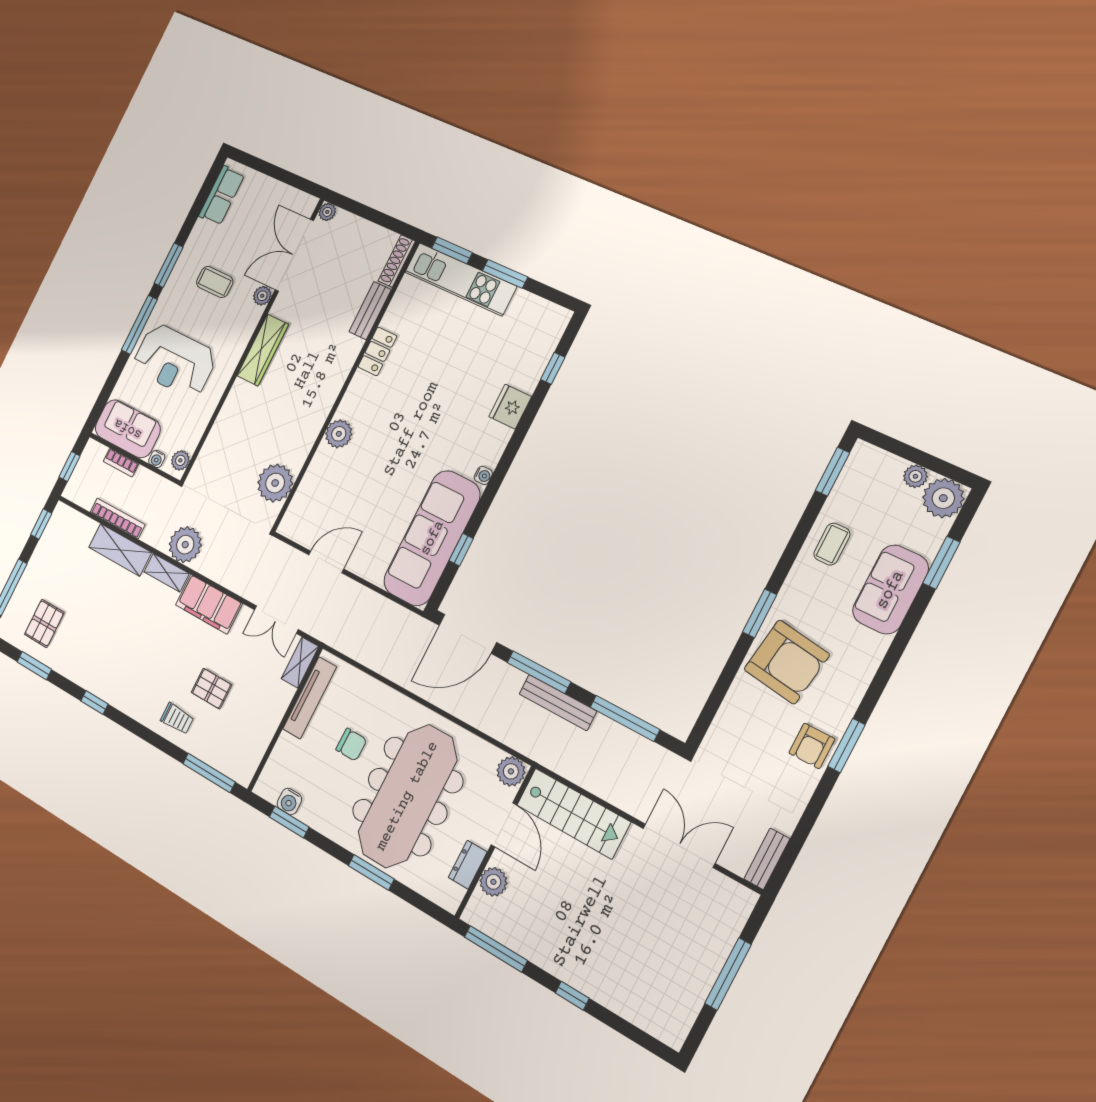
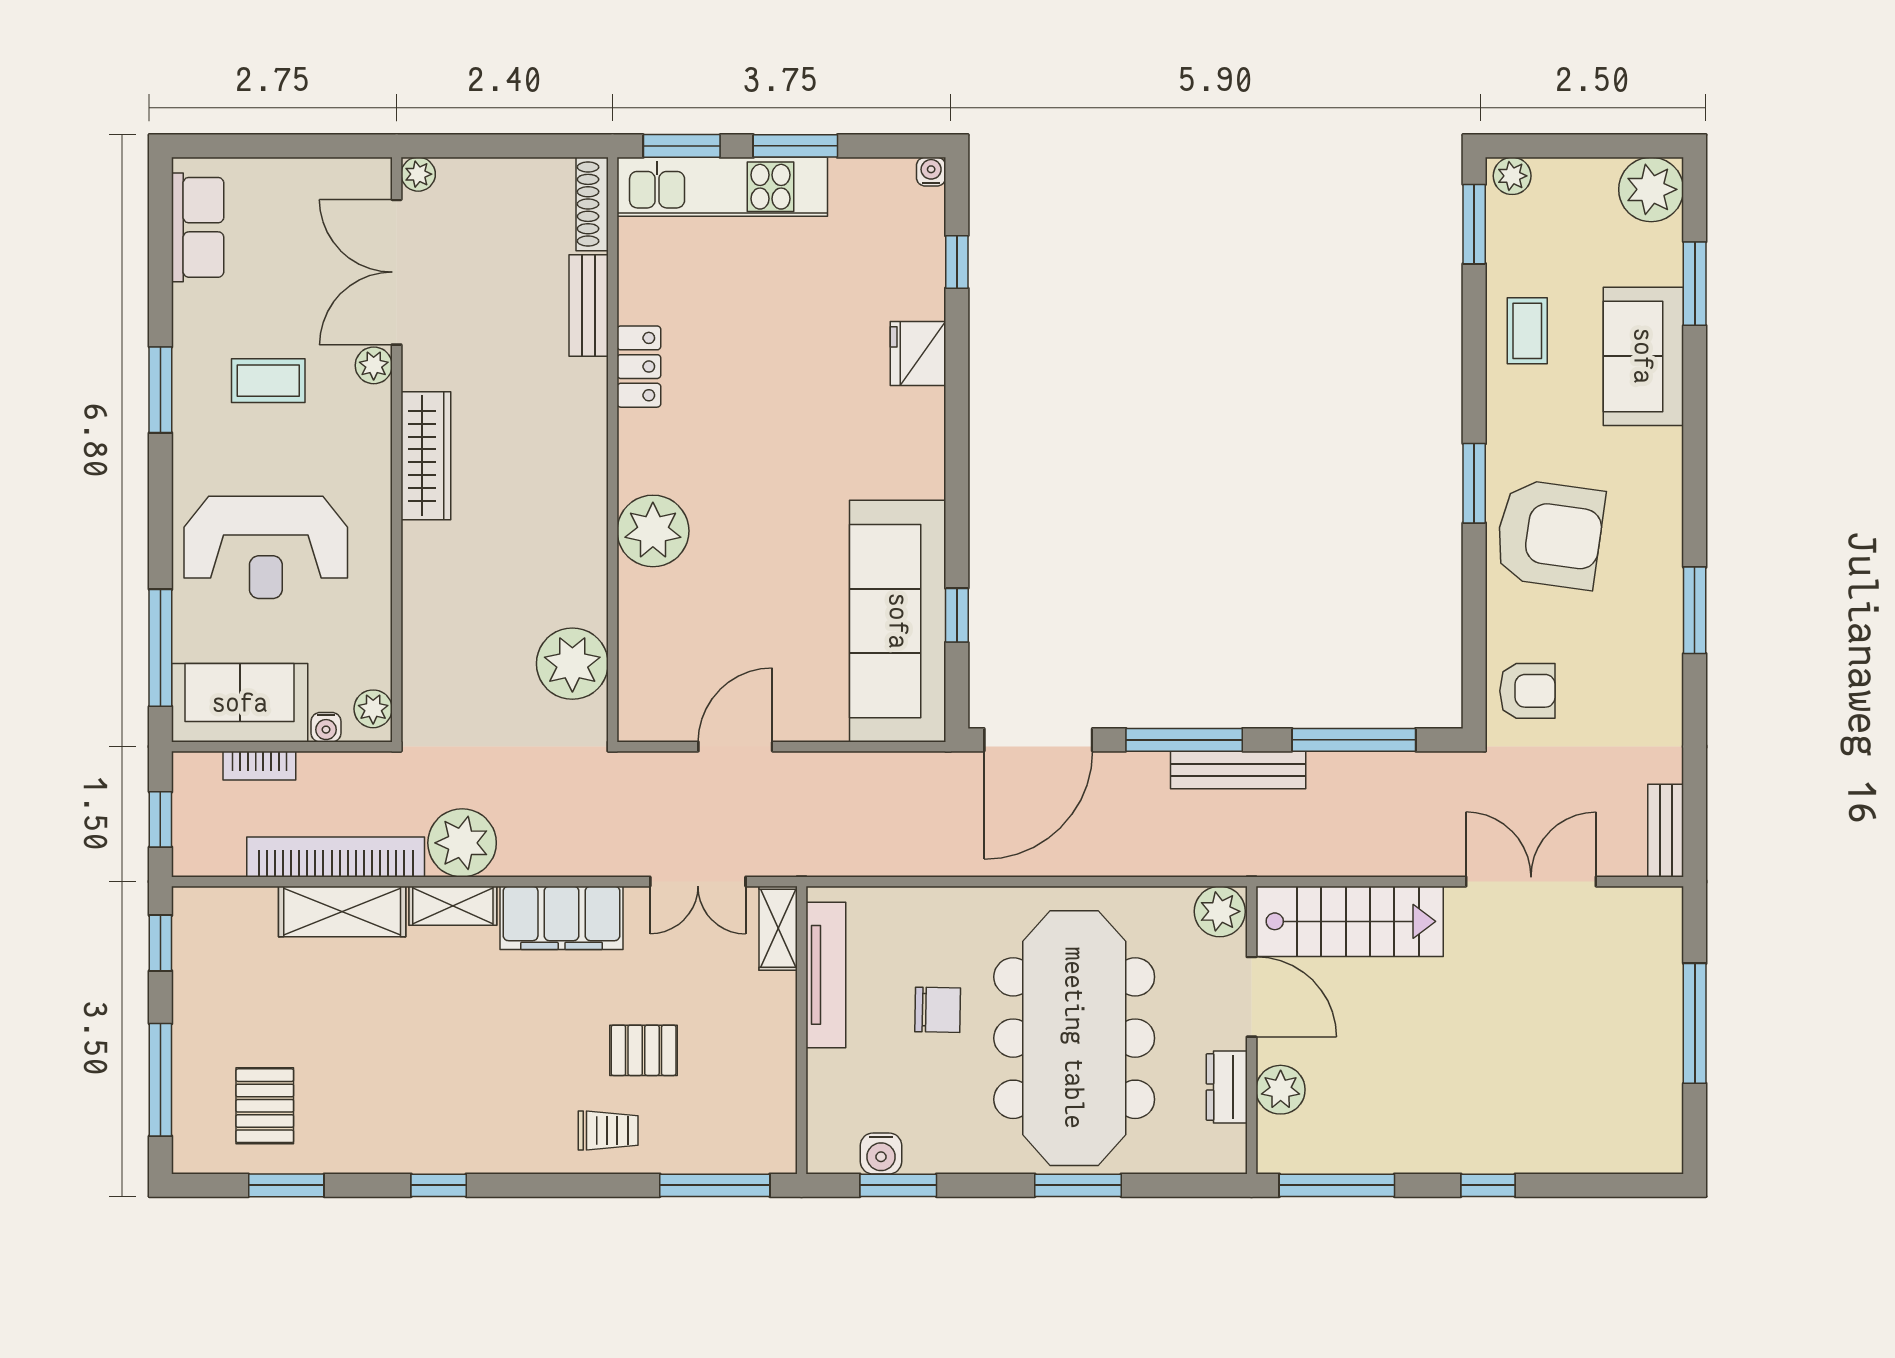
window: (139, 325) -> (160, 648), moved
plant: (339, 434) -> (653, 531), width x1.36, depth x1.36
water cooler: (483, 475) -> (931, 172), moved, turned -90
plant: (915, 476) -> (1512, 176), moved
bookcase: (117, 518) -> (336, 857), width x1.48, depth x1.31
armchair: (812, 746) -> (1527, 691), moved, turned -90

